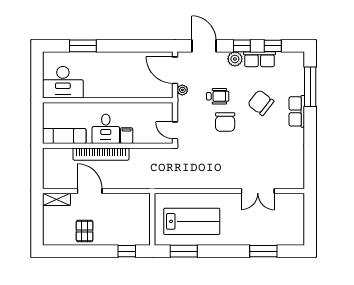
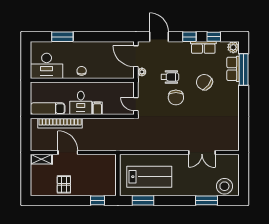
plant: (235, 59) -> (233, 47), moved
chair: (107, 89) -> (82, 71), added
row of seats: (297, 111) -> (233, 69), moved
bookcase: (101, 154) -> (60, 123), moved
stool: (286, 233) -> (224, 186), added

